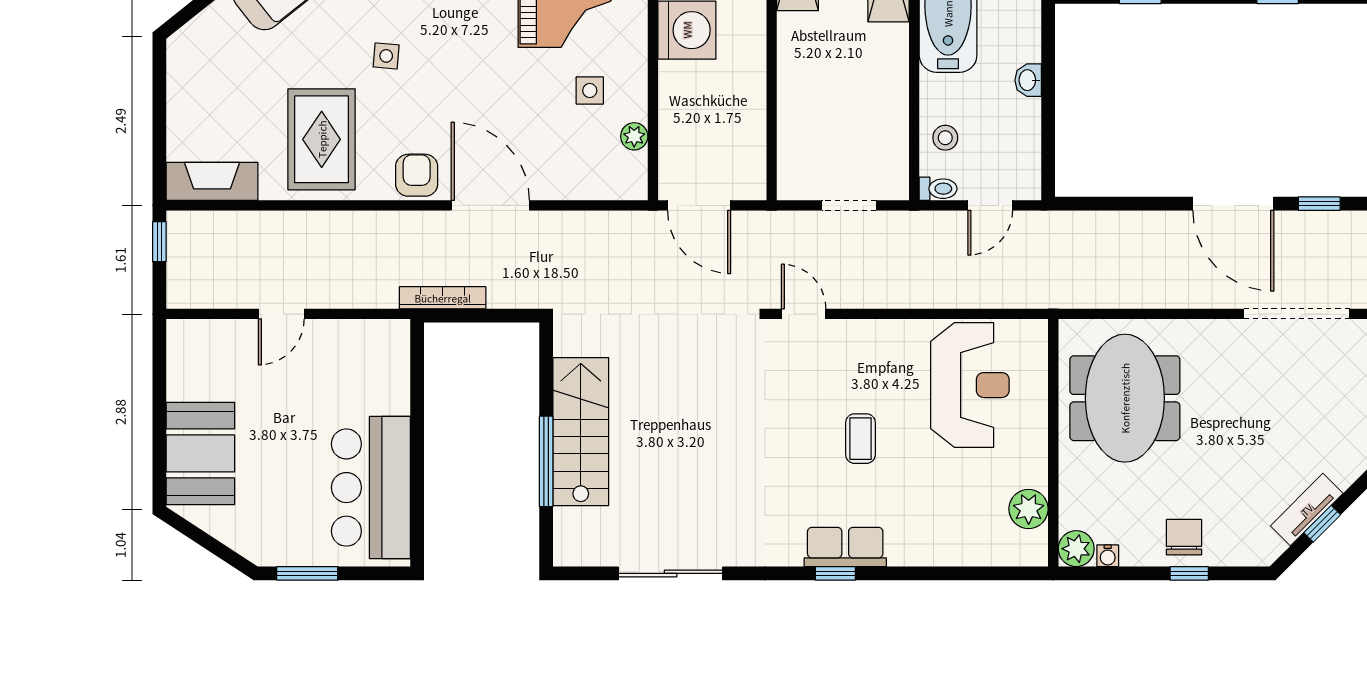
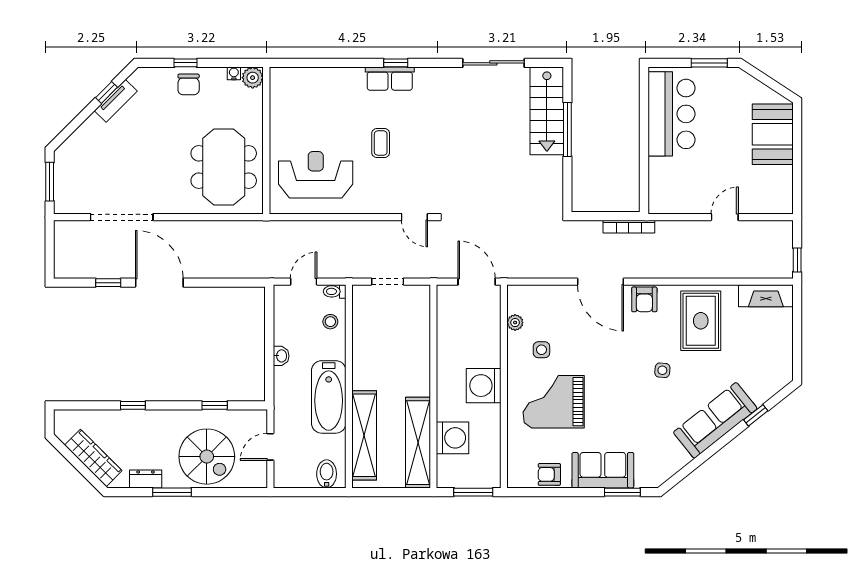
reception desk: (970, 385) -> (316, 175), turned 90
stairs: (581, 432) -> (547, 111), moved
plant: (1029, 509) -> (281, 101), removed

